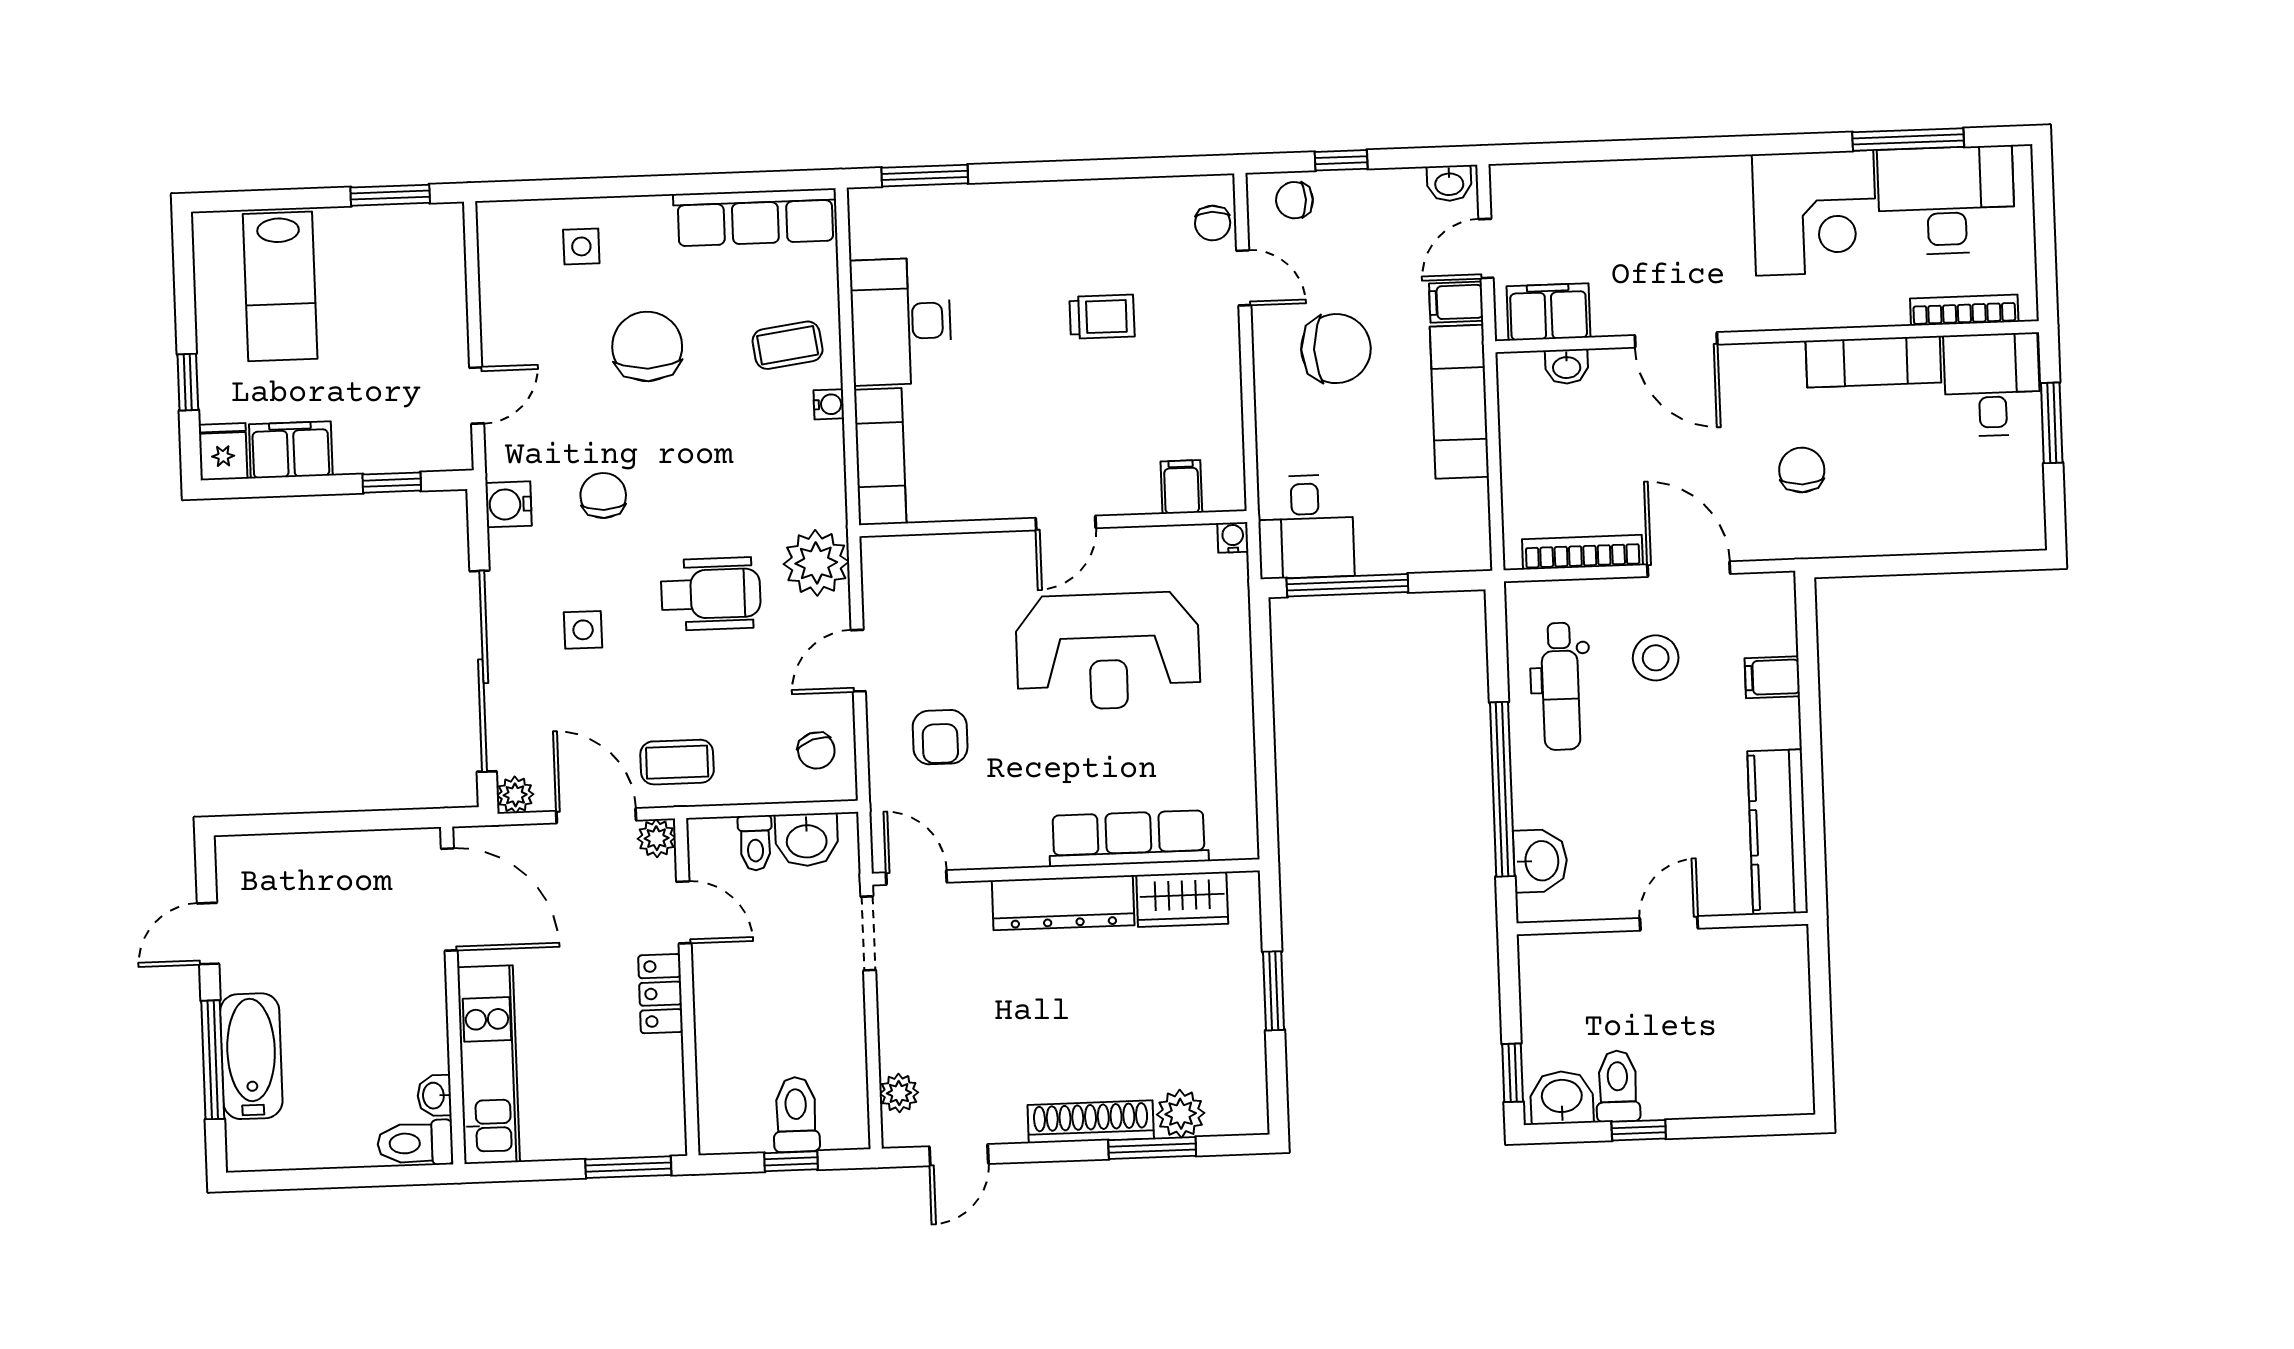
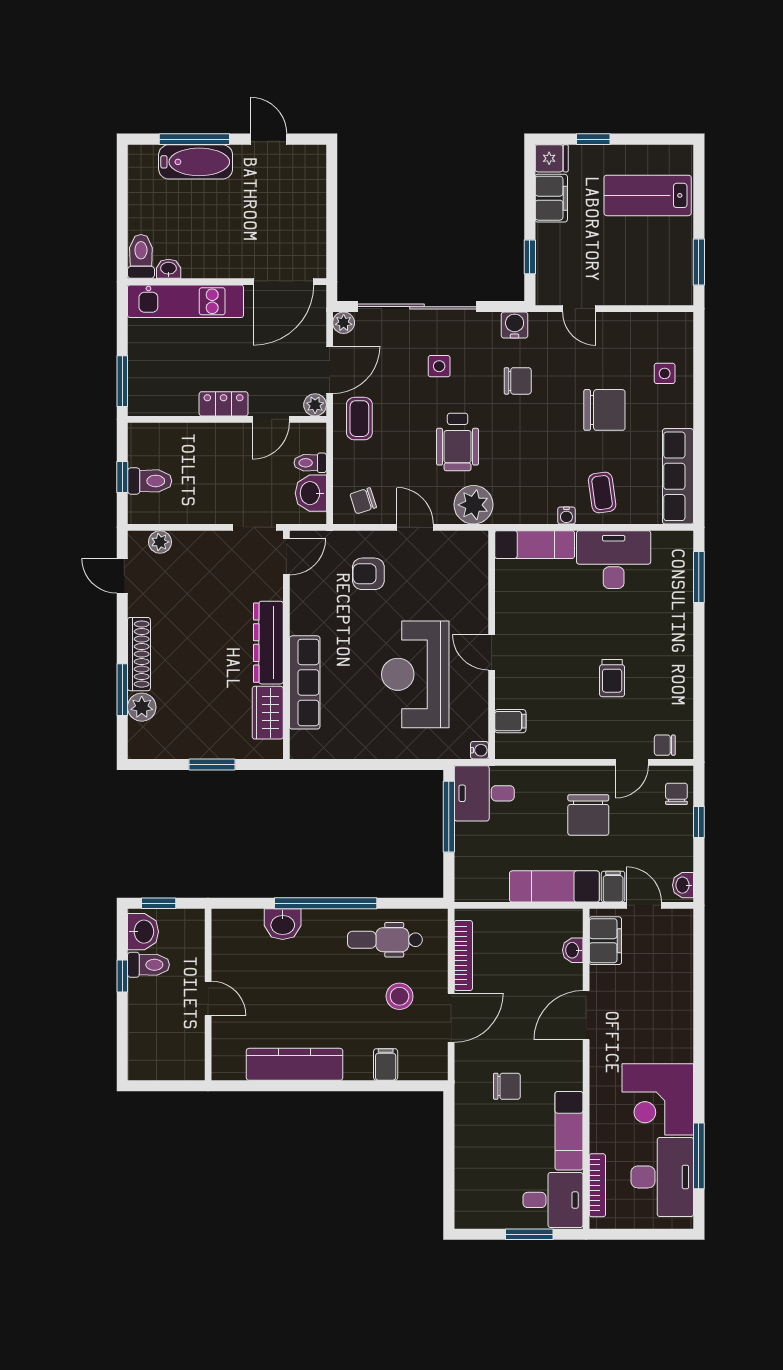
door: (1669, 923) -> (208, 998), moved
wall: (1662, 924) -> (208, 994), moved

